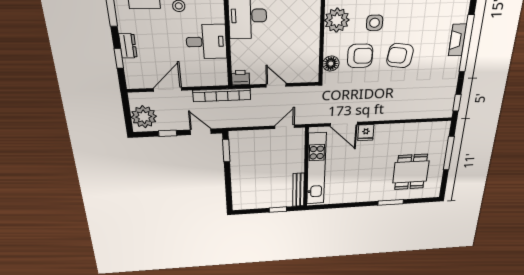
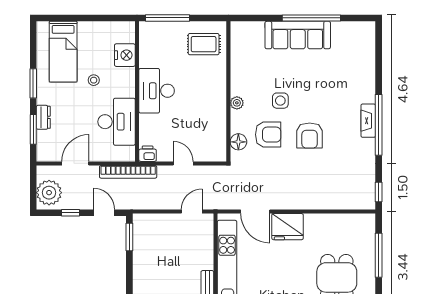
plant: (337, 20) -> (237, 103), width x0.53, depth x0.53
desk: (206, 42) -> (117, 122), width x1.37
armchair: (400, 56) -> (310, 136), turned -98
window: (119, 58) -> (33, 129), width x1.50
fridge: (366, 133) -> (288, 227), width x1.88, depth x1.34

